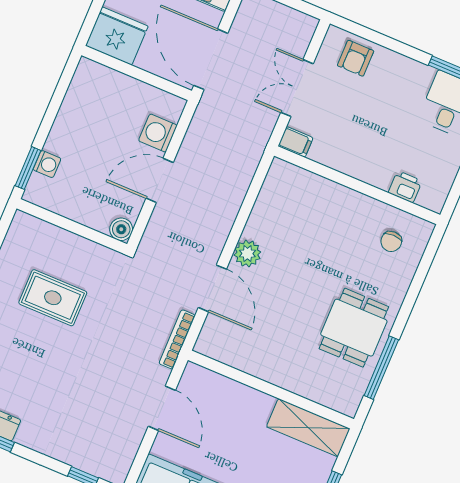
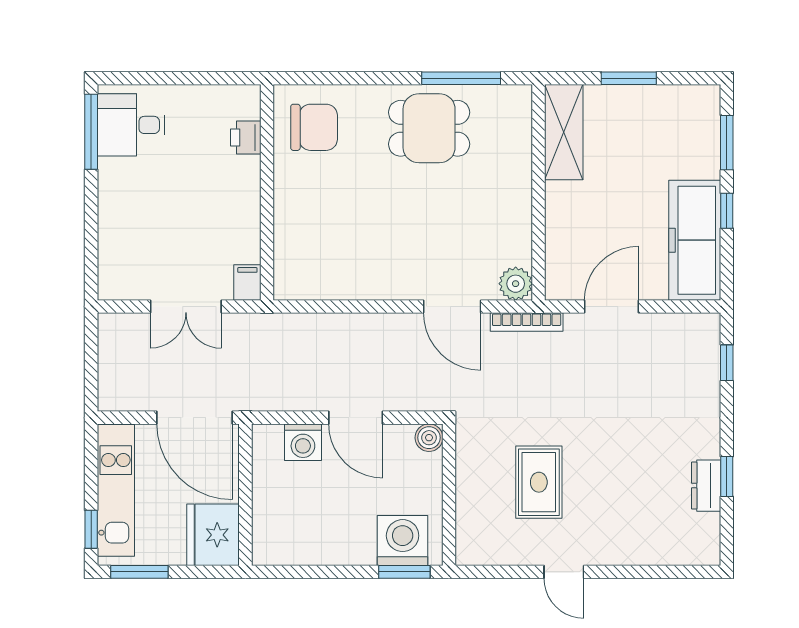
armchair: (356, 58) -> (124, 255), removed
door: (211, 59) -> (195, 418), hinge flipped
washing machine: (47, 164) -> (403, 541), width x1.89, depth x1.89
chair: (391, 241) -> (314, 127), width x1.87, depth x1.87
plant: (247, 254) -> (516, 284), moved
door: (212, 288) -> (452, 307), swing flipped

